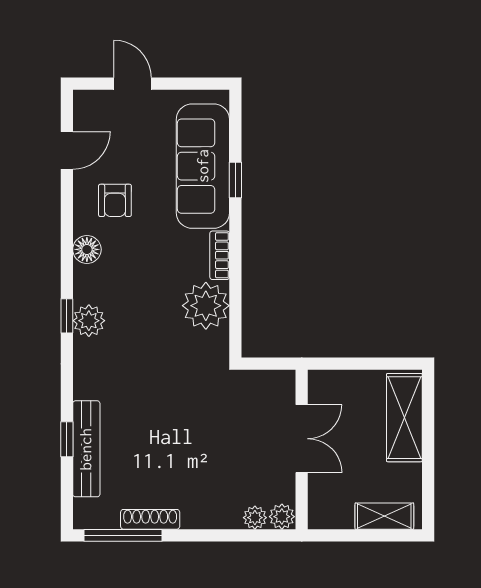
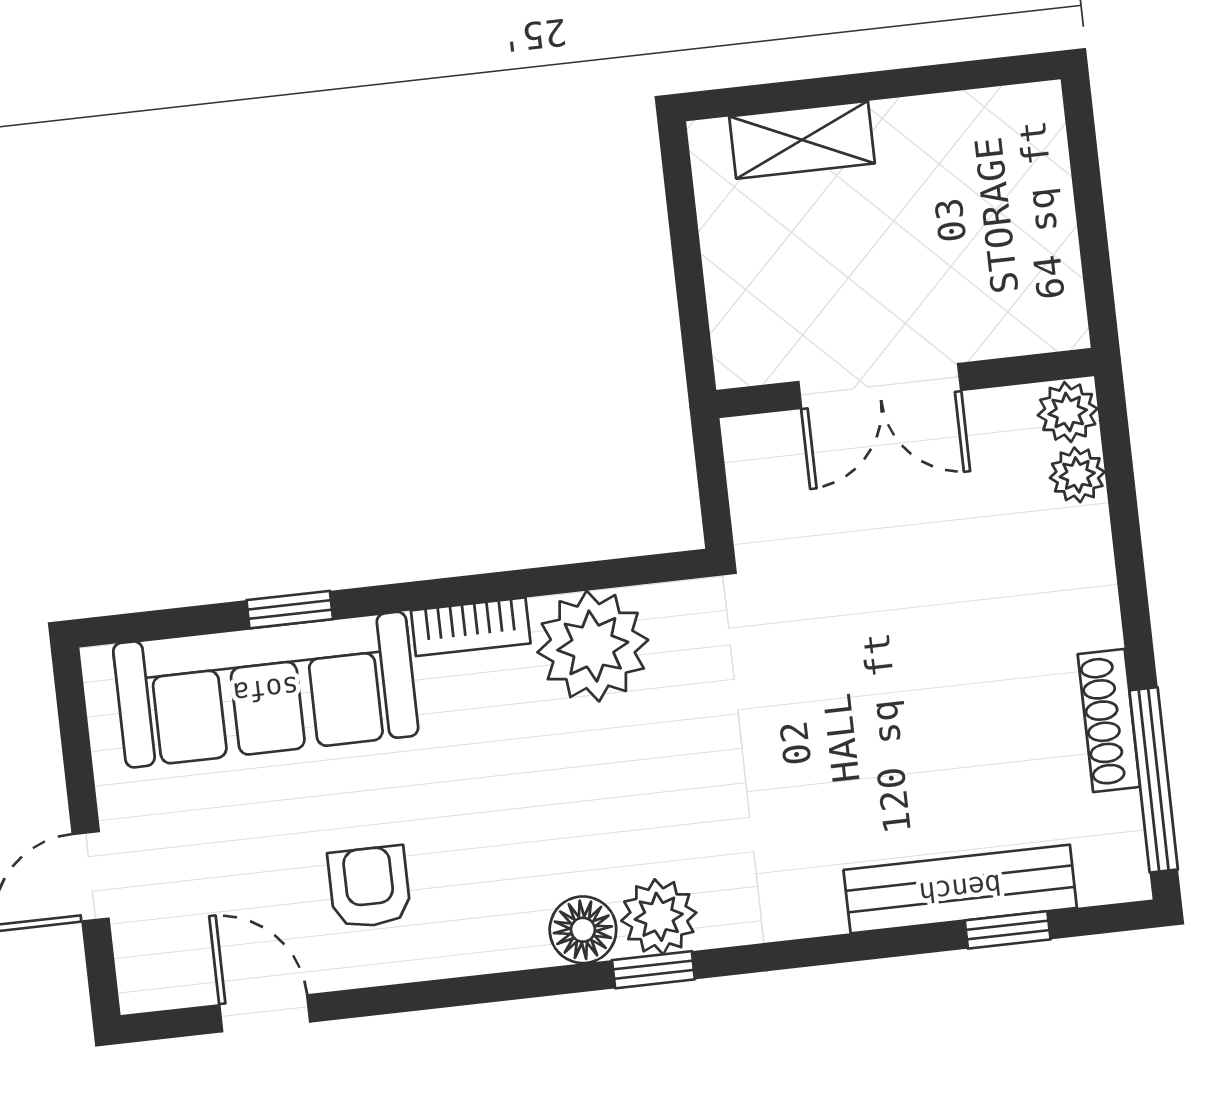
armchair: (115, 200) -> (369, 887), turned -90
floor lamp: (87, 249) -> (583, 930), moved
shelving: (404, 418) -> (802, 140), width x0.67, depth x0.75
window: (67, 439) -> (1008, 930), moved
double door: (302, 439) -> (880, 386), swing flipped
shelving: (384, 516) -> (1040, 172), removed

